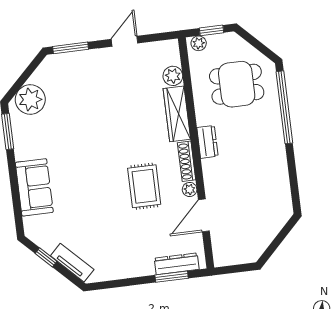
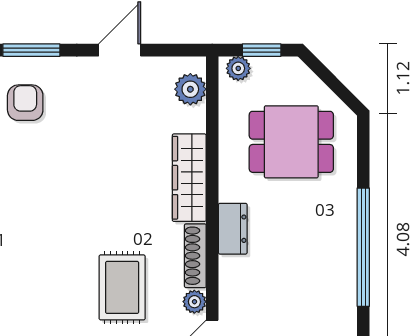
plant: (173, 76) -> (190, 89), moved
armchair: (71, 81) -> (25, 103), added
window: (284, 107) -> (363, 247), moved

